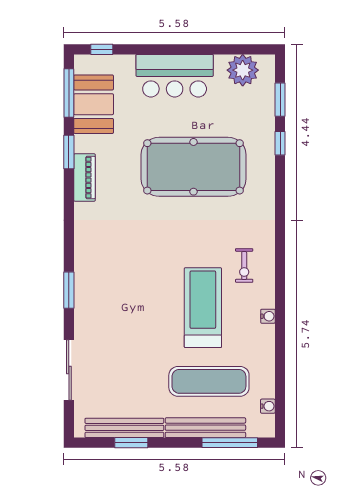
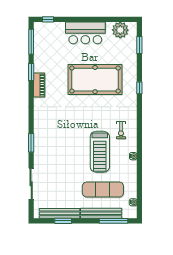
booth: (94, 104) -> (44, 47), removed
window: (280, 143) -> (139, 88), moved
treadmill: (203, 308) -> (100, 152), turned 180

